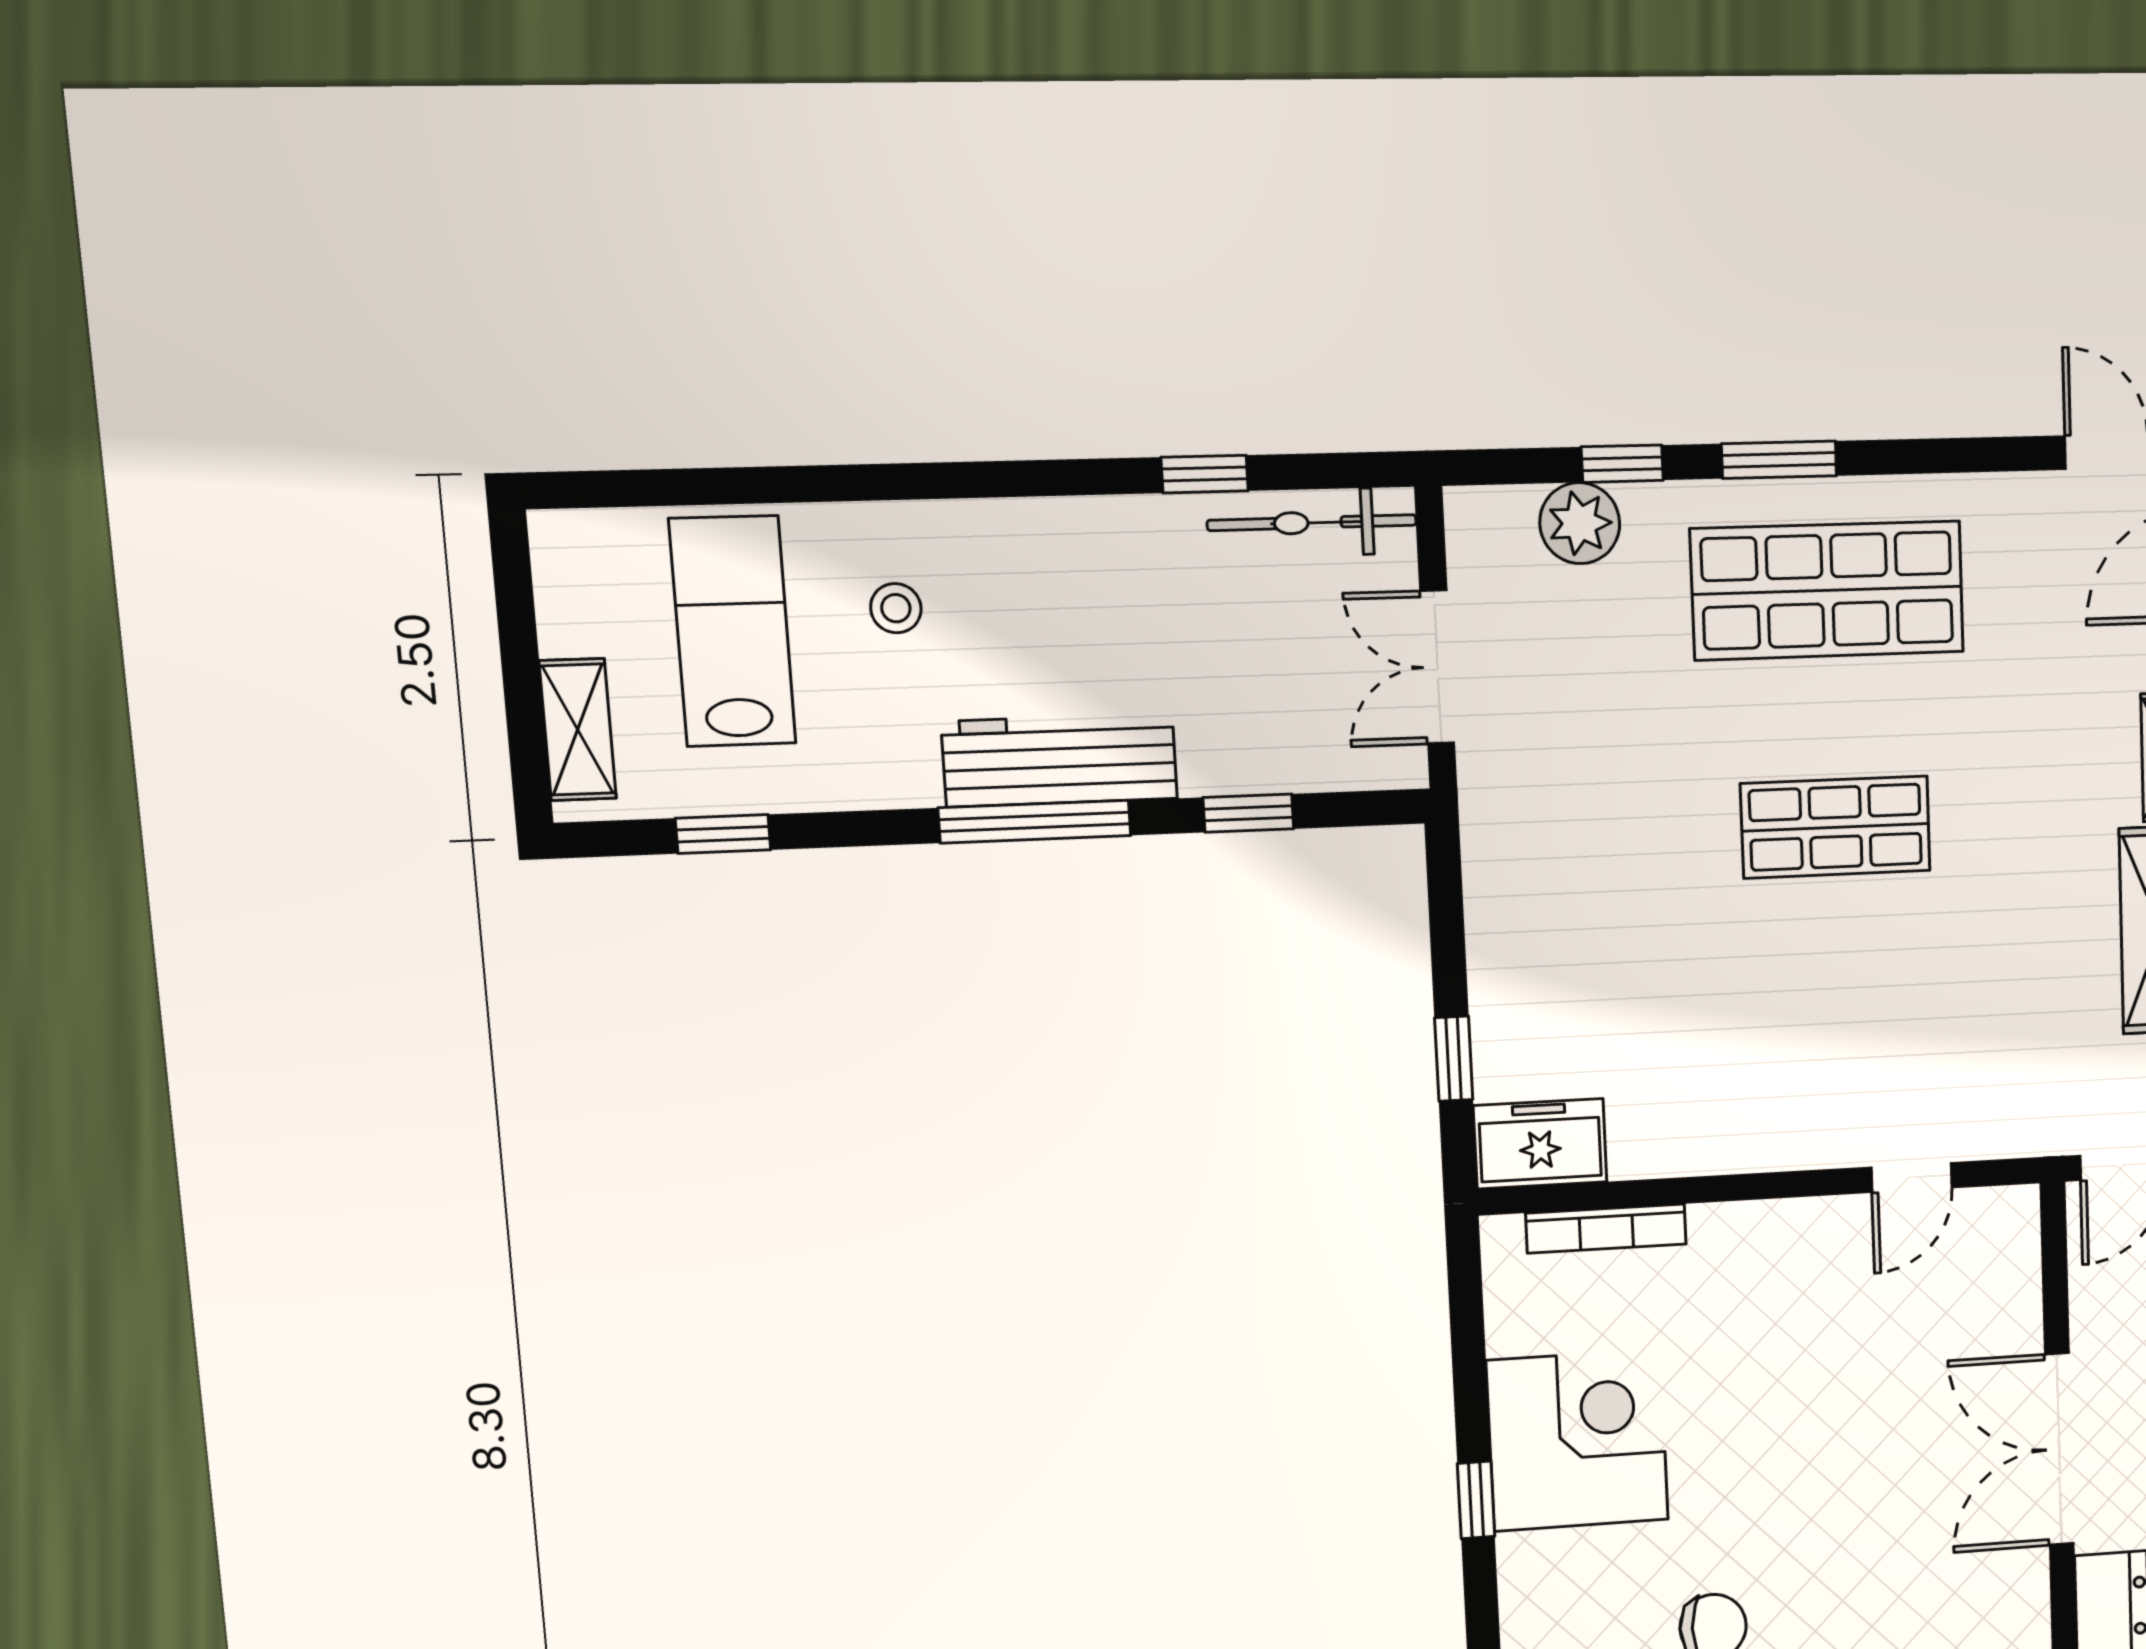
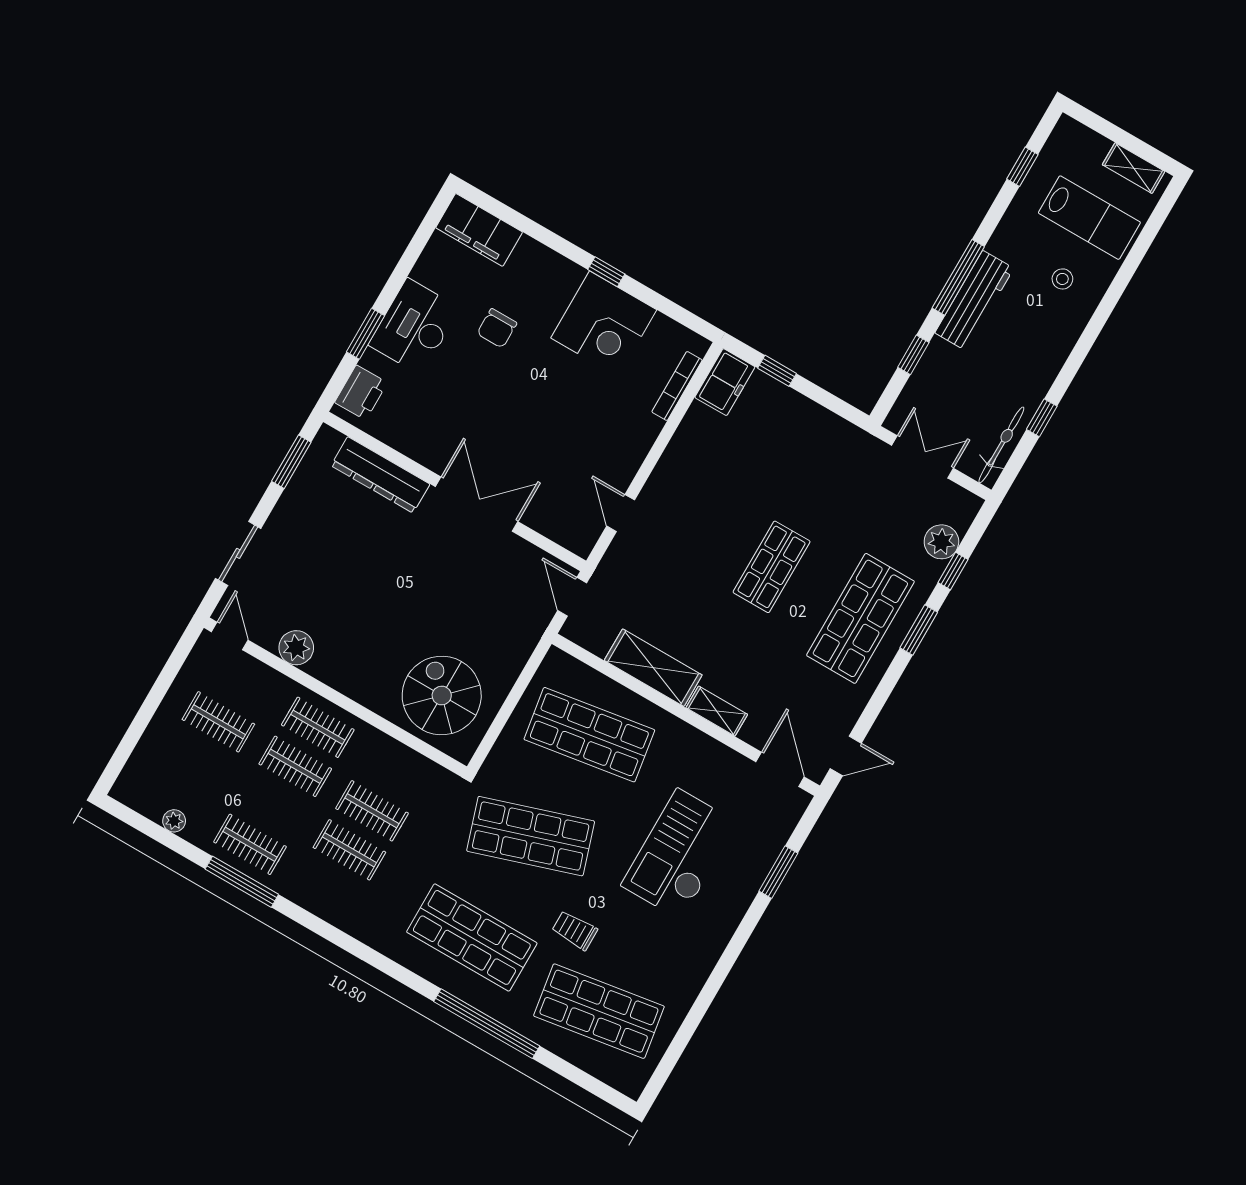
shelving: (578, 730) -> (1134, 168), moved

